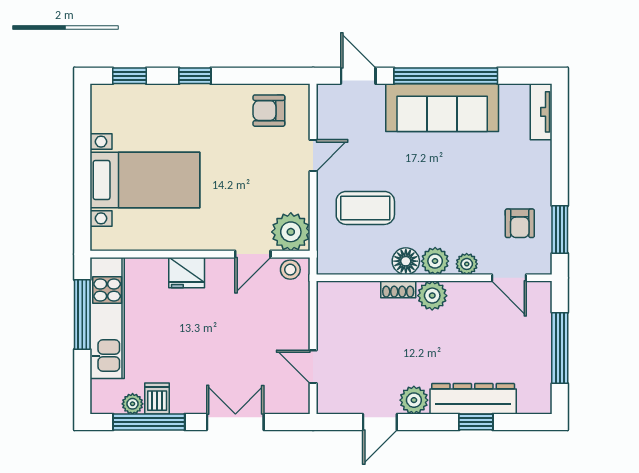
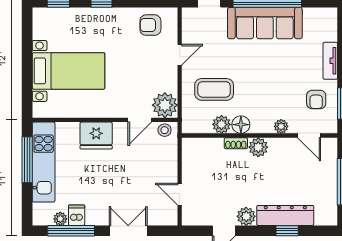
tv unit: (541, 112) -> (330, 61), moved
plant: (435, 261) -> (222, 124), moved
fridge: (187, 273) -> (96, 136), width x1.36, depth x1.34

